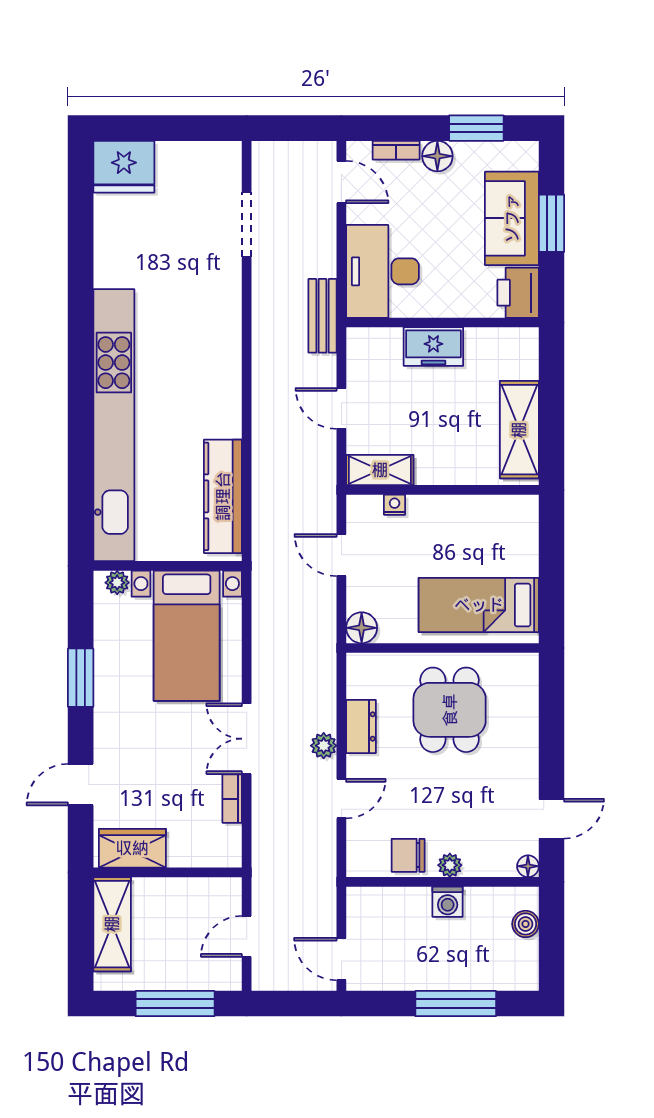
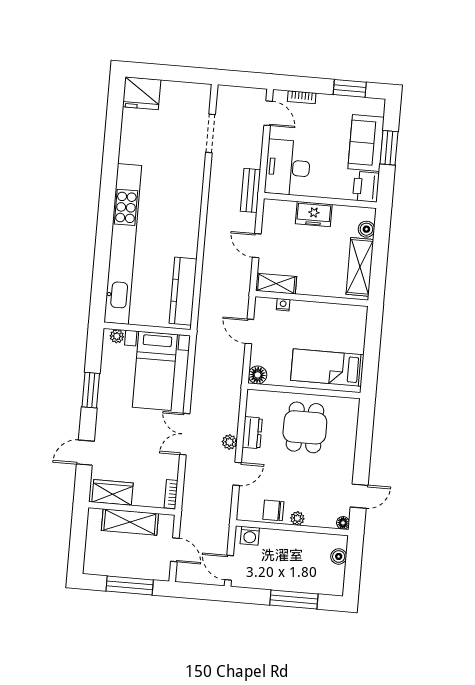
floor lamp: (437, 156) -> (326, 103), removed
boiler: (525, 365) -> (366, 229), added
bookcase: (232, 799) -> (171, 494), moved
washing machine: (448, 902) -> (250, 536), moved
shelving: (112, 924) -> (130, 522), moved, turned 90
door: (247, 936) -> (175, 550), swing flipped

